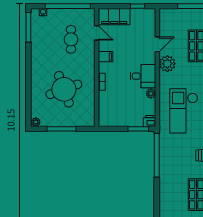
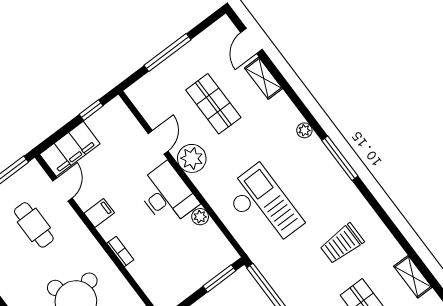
door: (97, 33) -> (62, 189), hinge flipped
desk: (143, 76) -> (167, 195), width x1.37
checkout: (184, 111) -> (263, 207), turned 180
printer: (150, 121) -> (227, 256), removed

